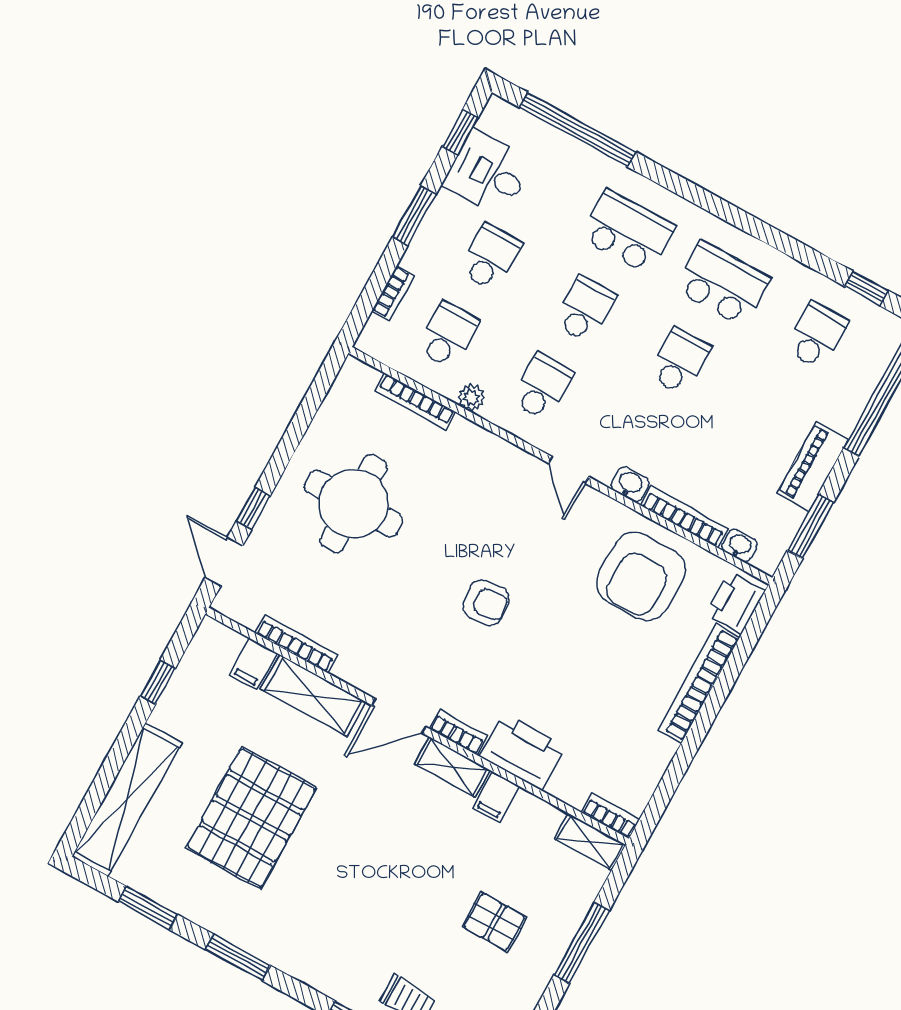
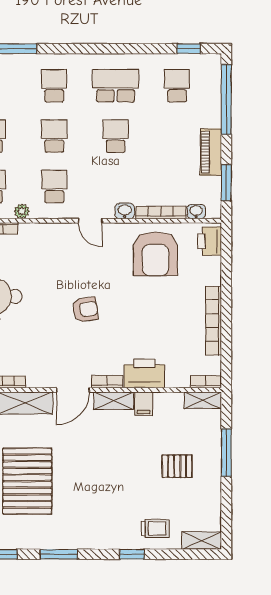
school desk: (628, 231) -> (54, 86), width x0.54
bookcase: (699, 684) -> (214, 321), moved

